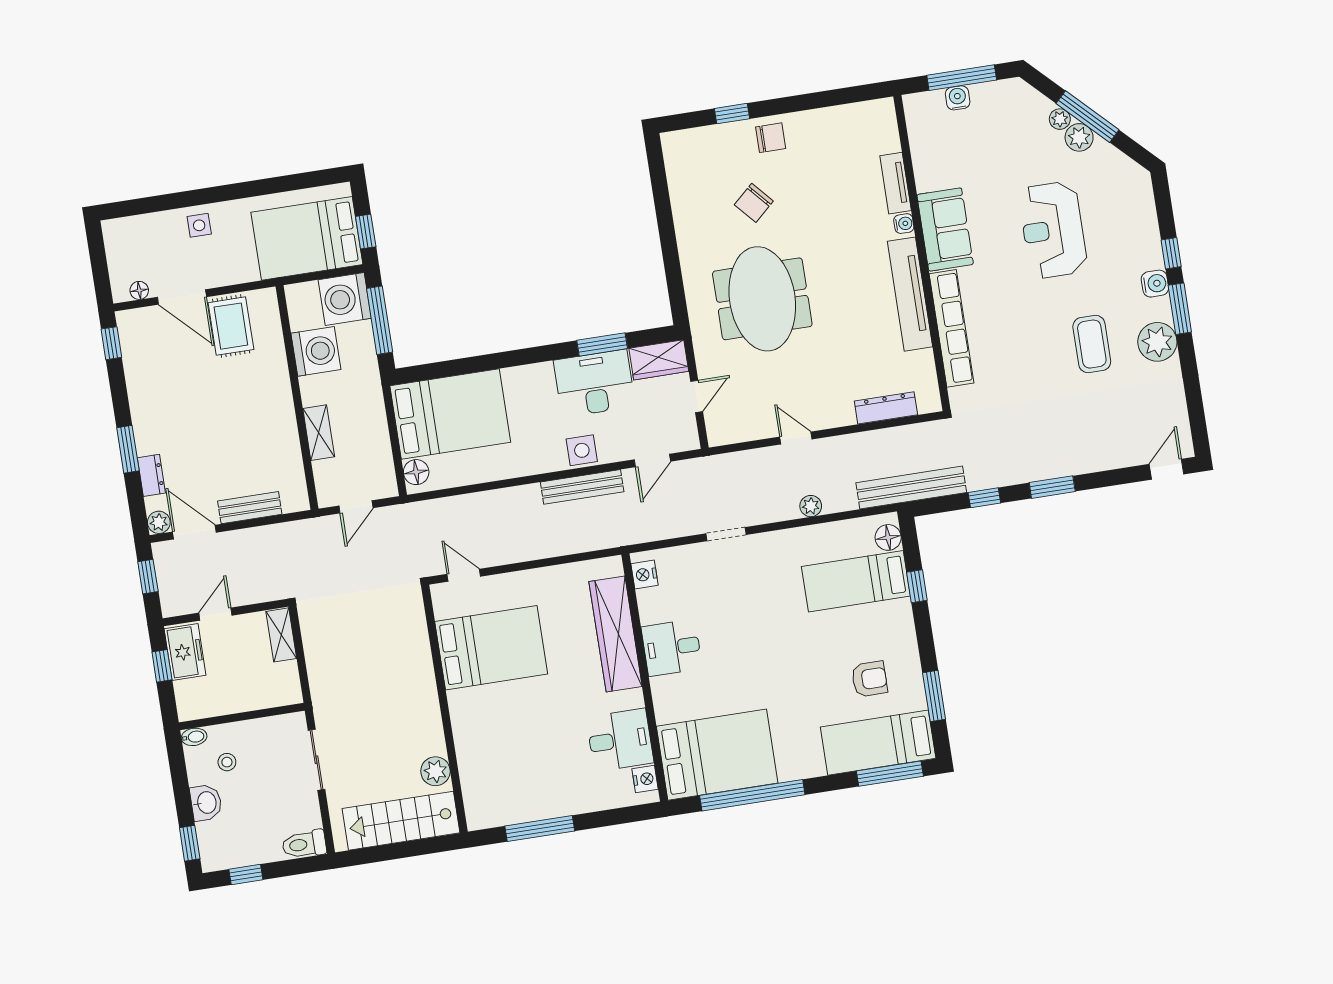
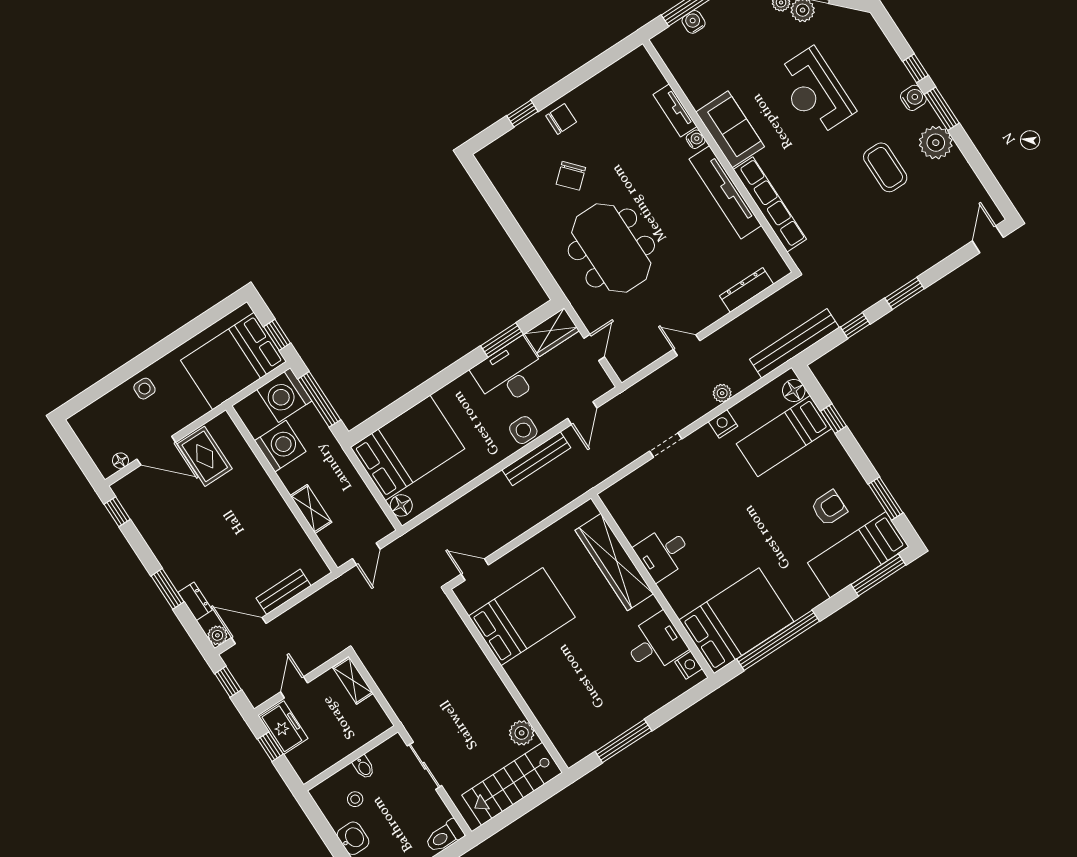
nightstand: (645, 575) -> (723, 424), moved, turned 90
bidet: (194, 737) -> (364, 767), moved, turned 90

